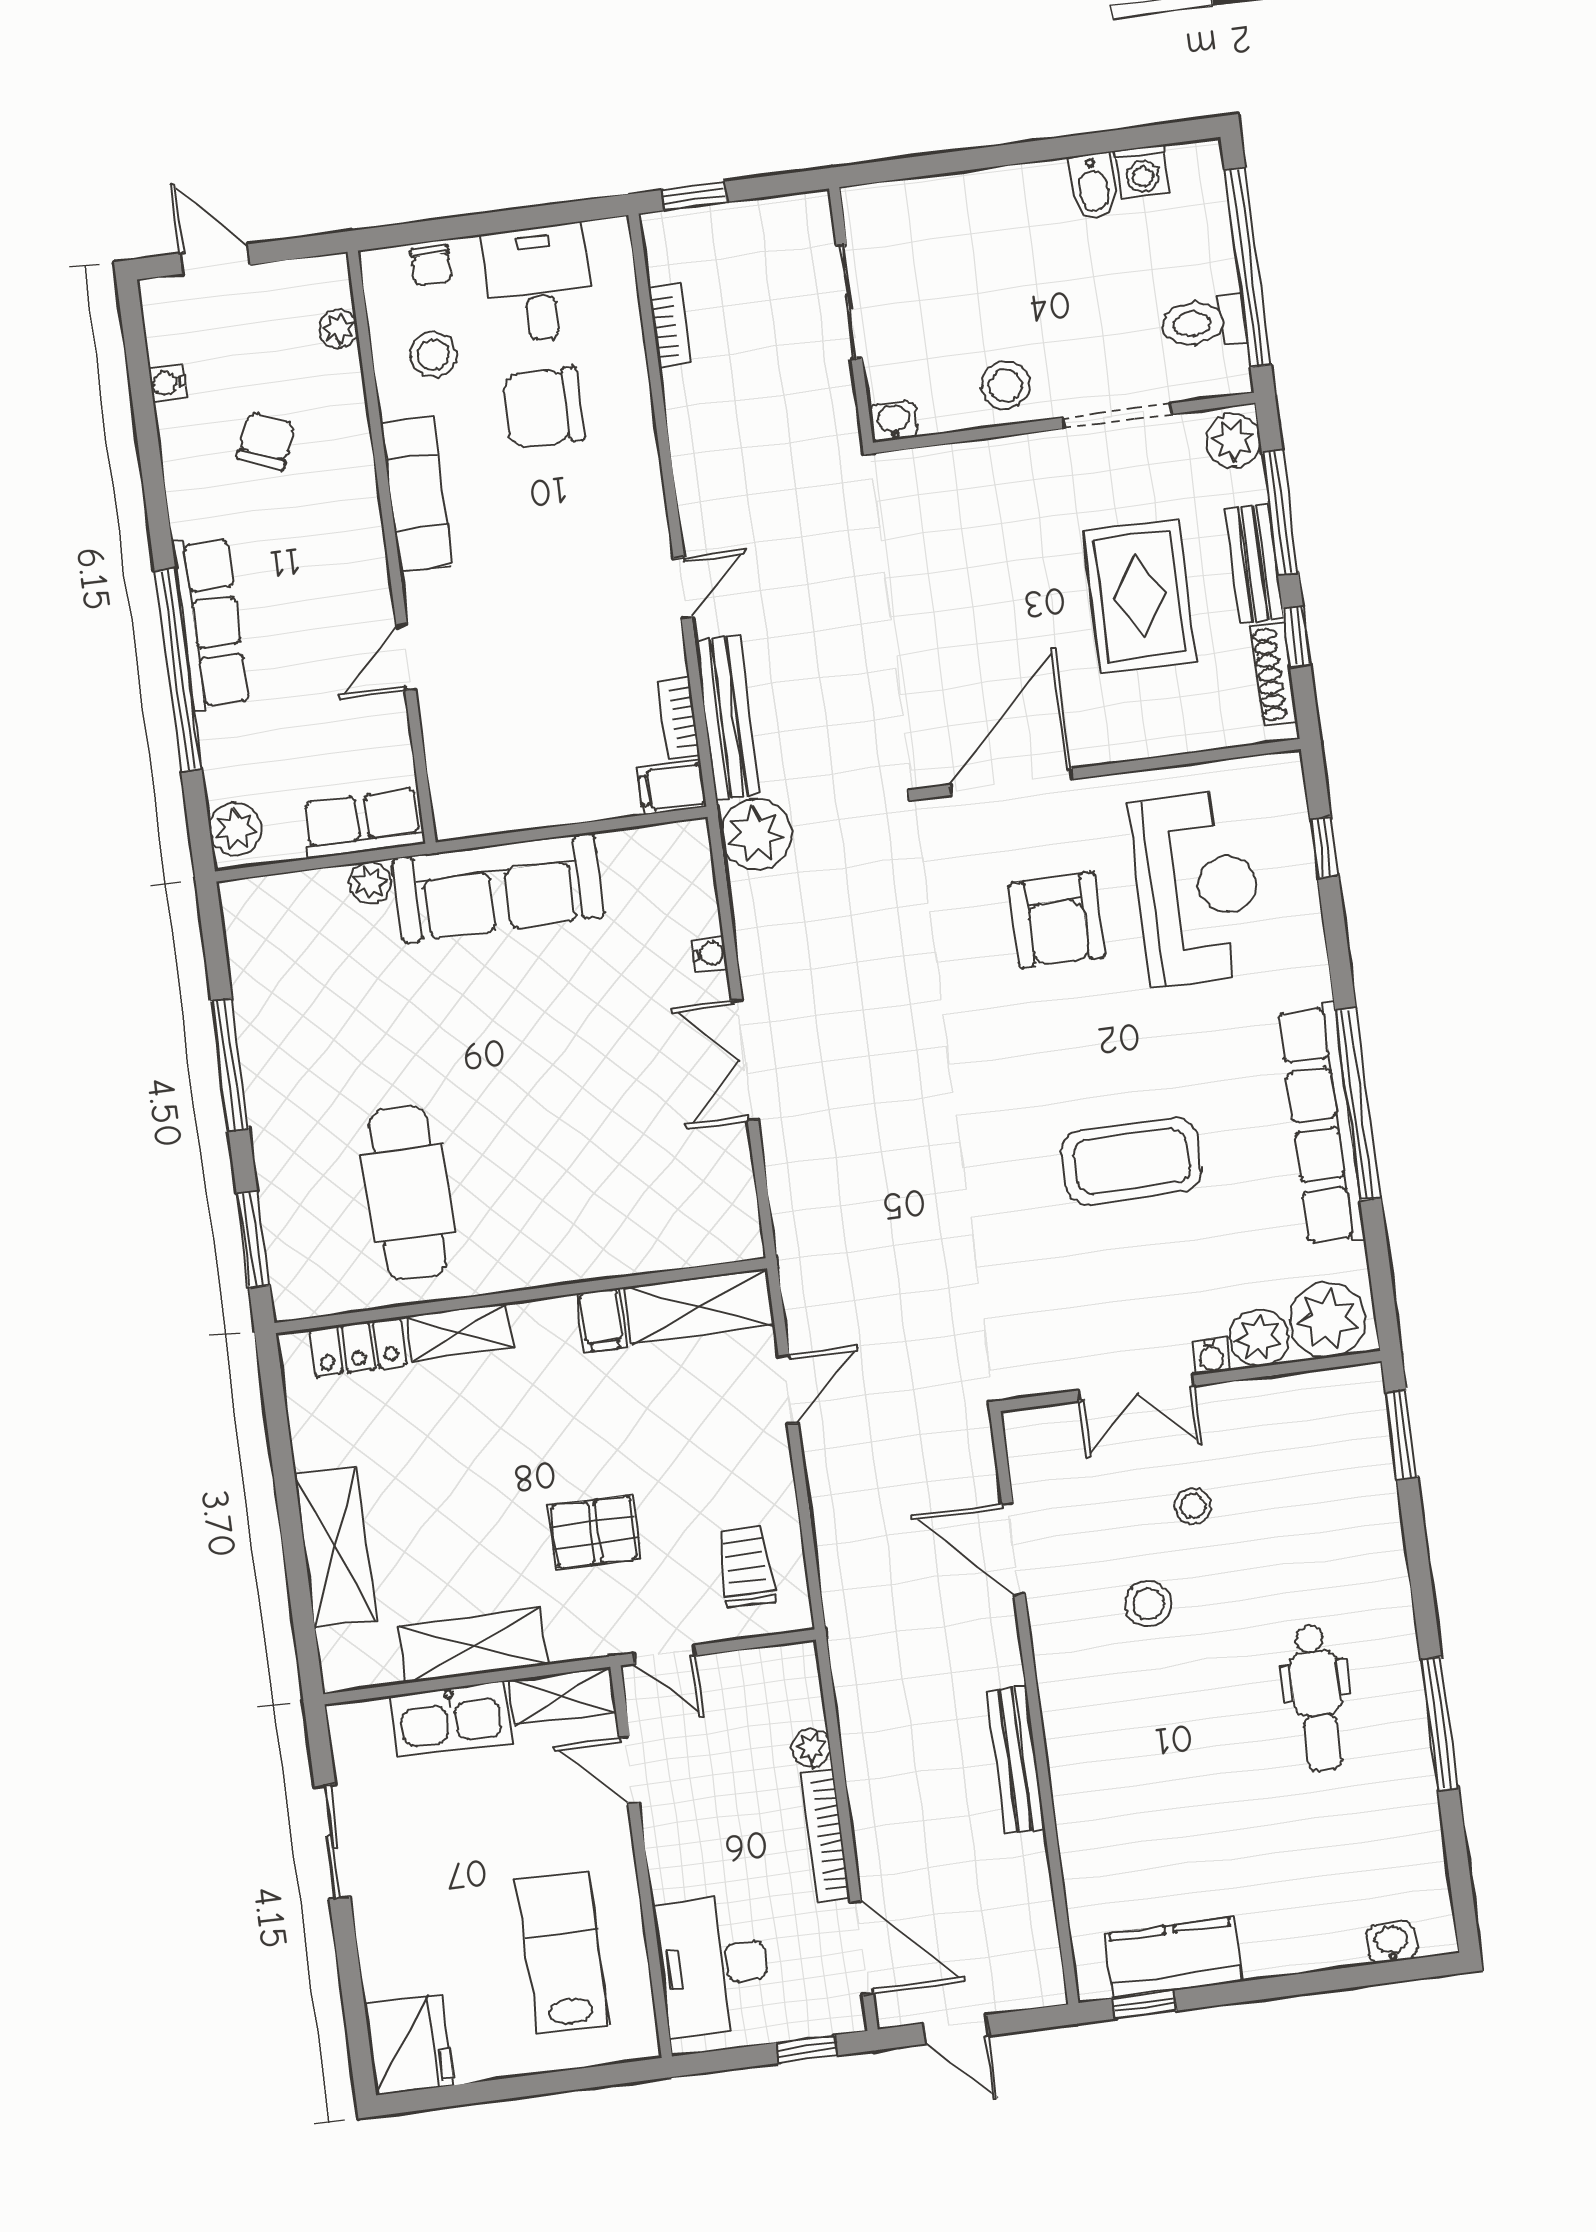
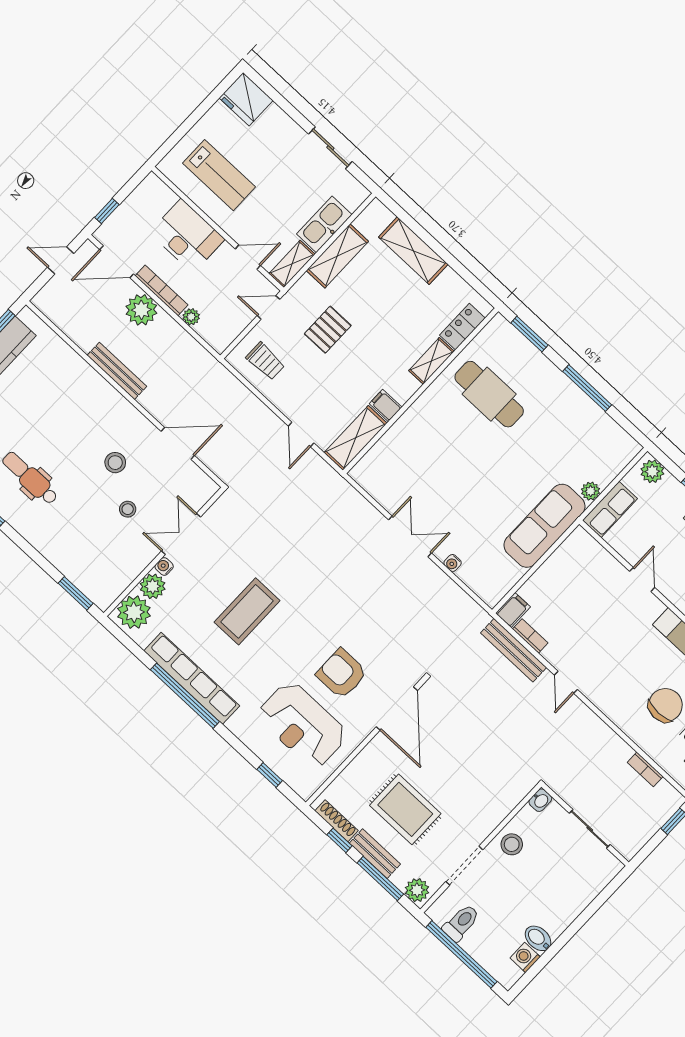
plant: (756, 834) -> (141, 310), moved
desk: (713, 1966) -> (187, 236), moved

